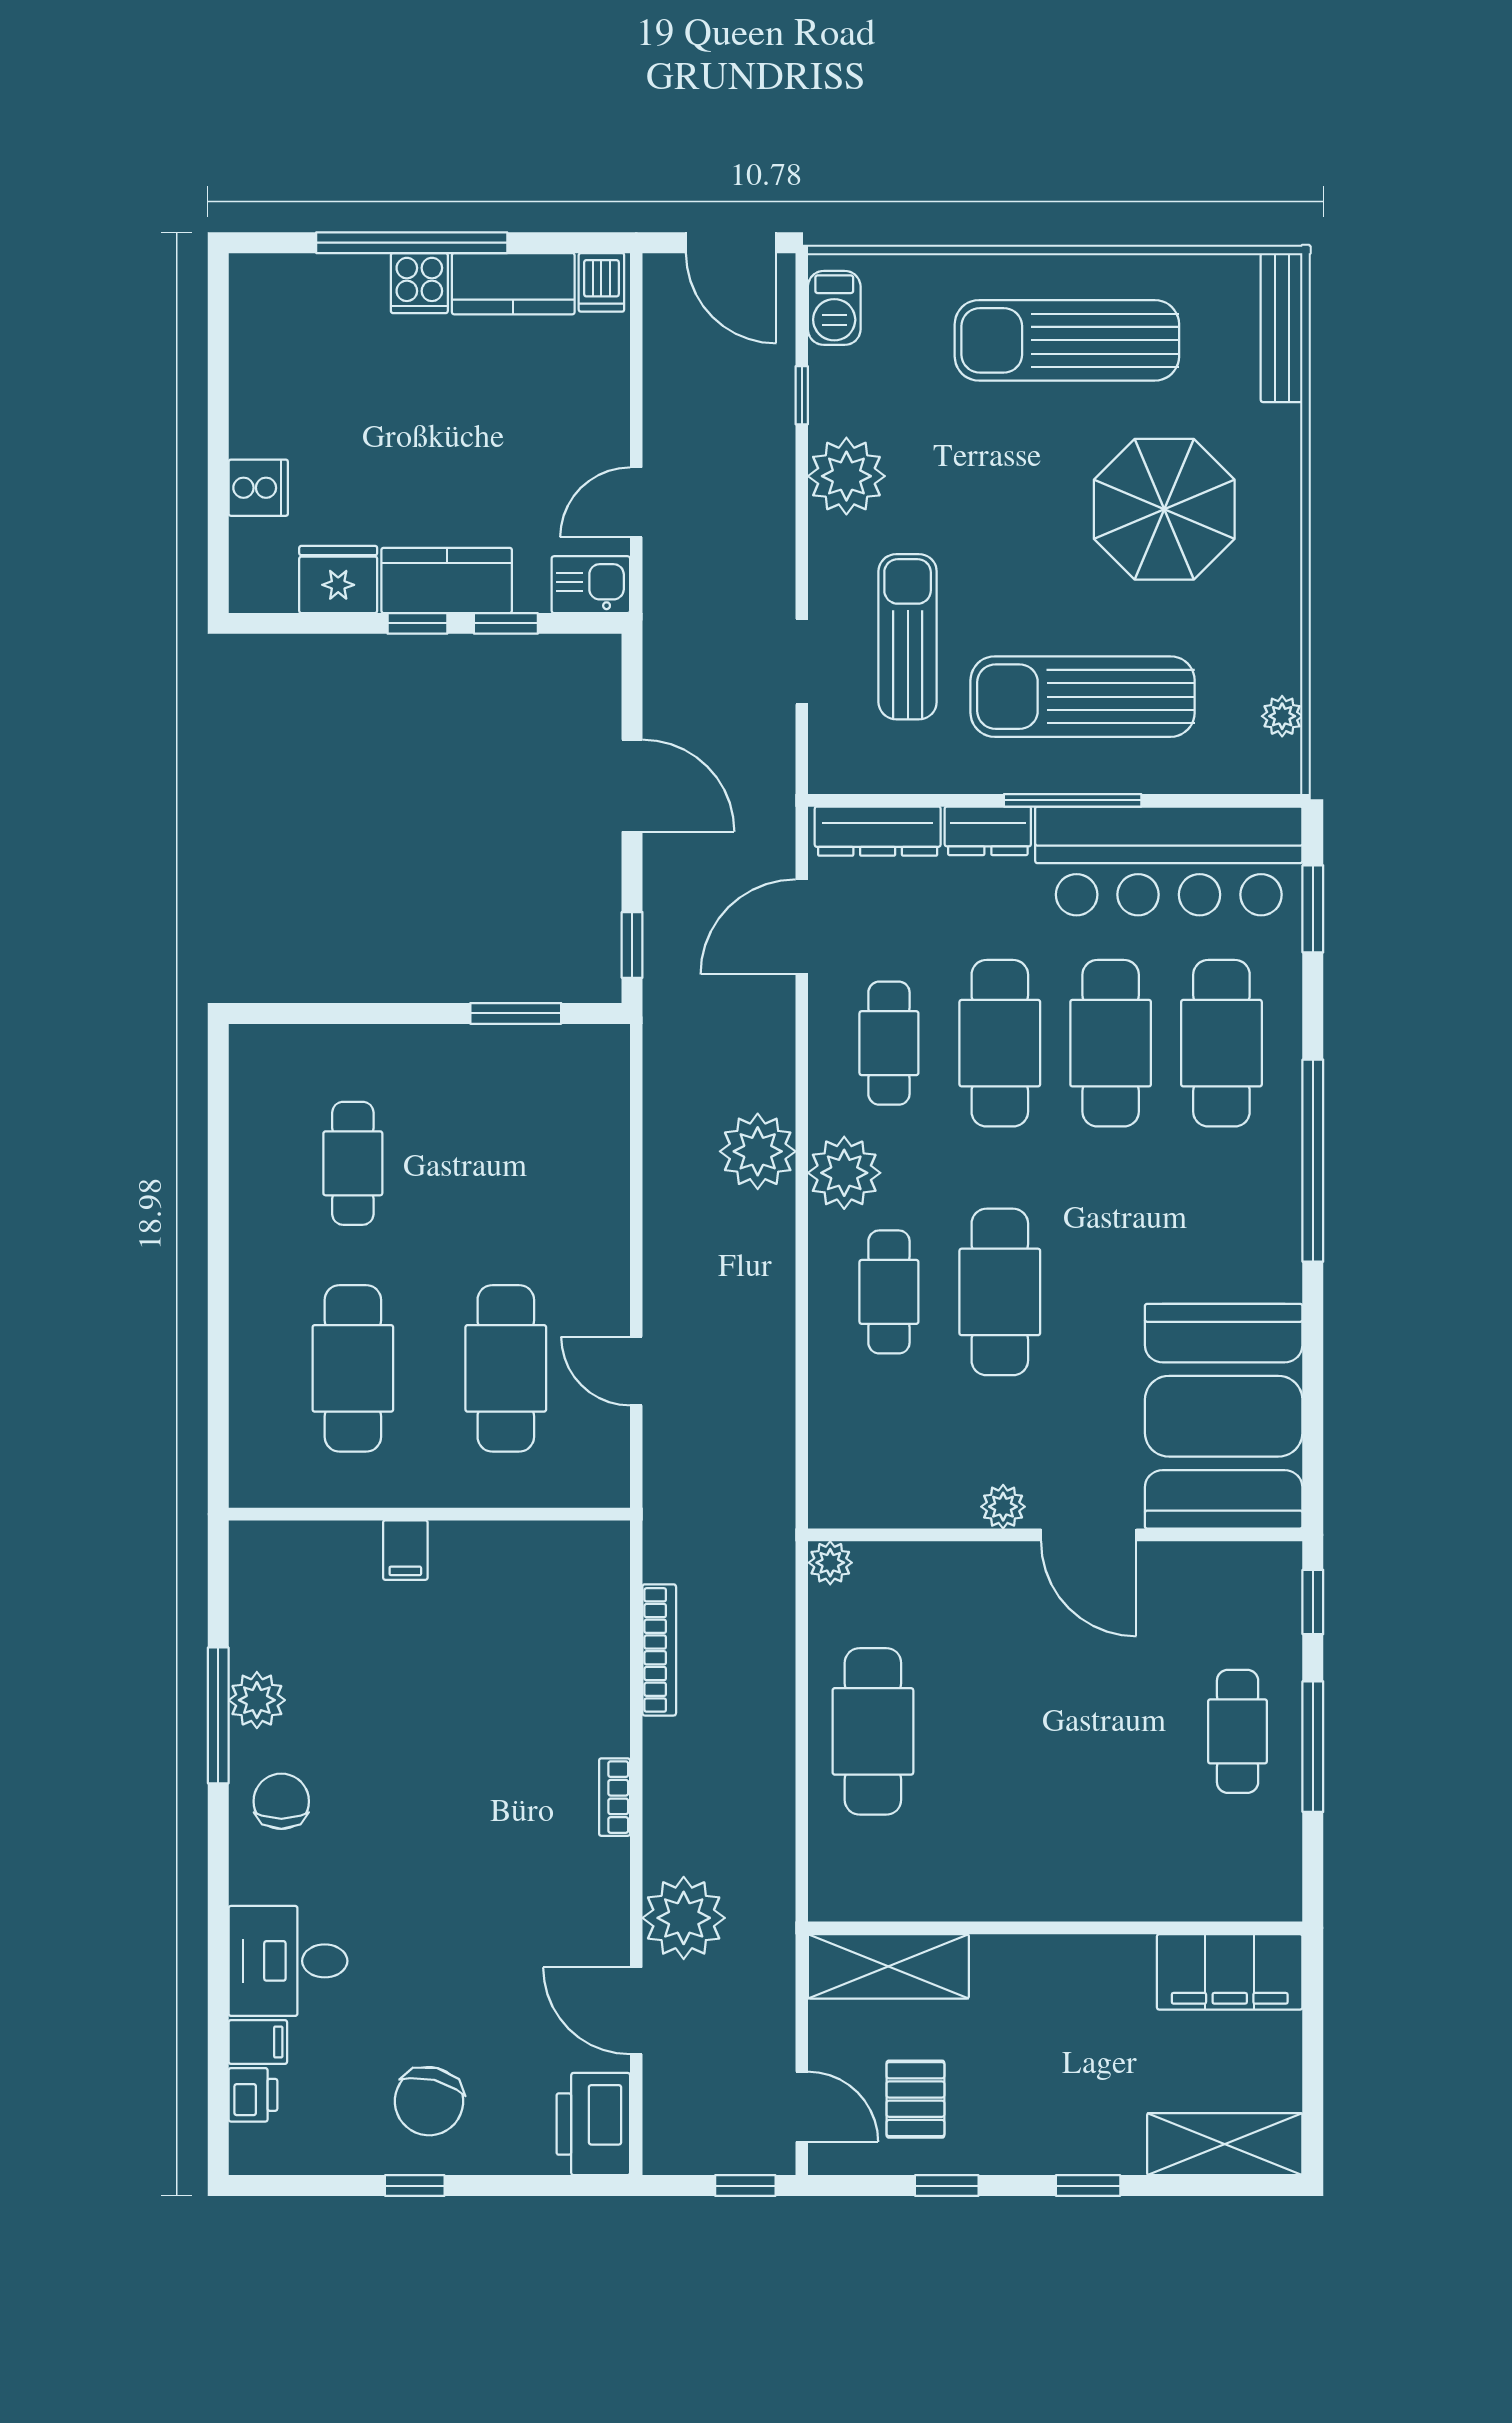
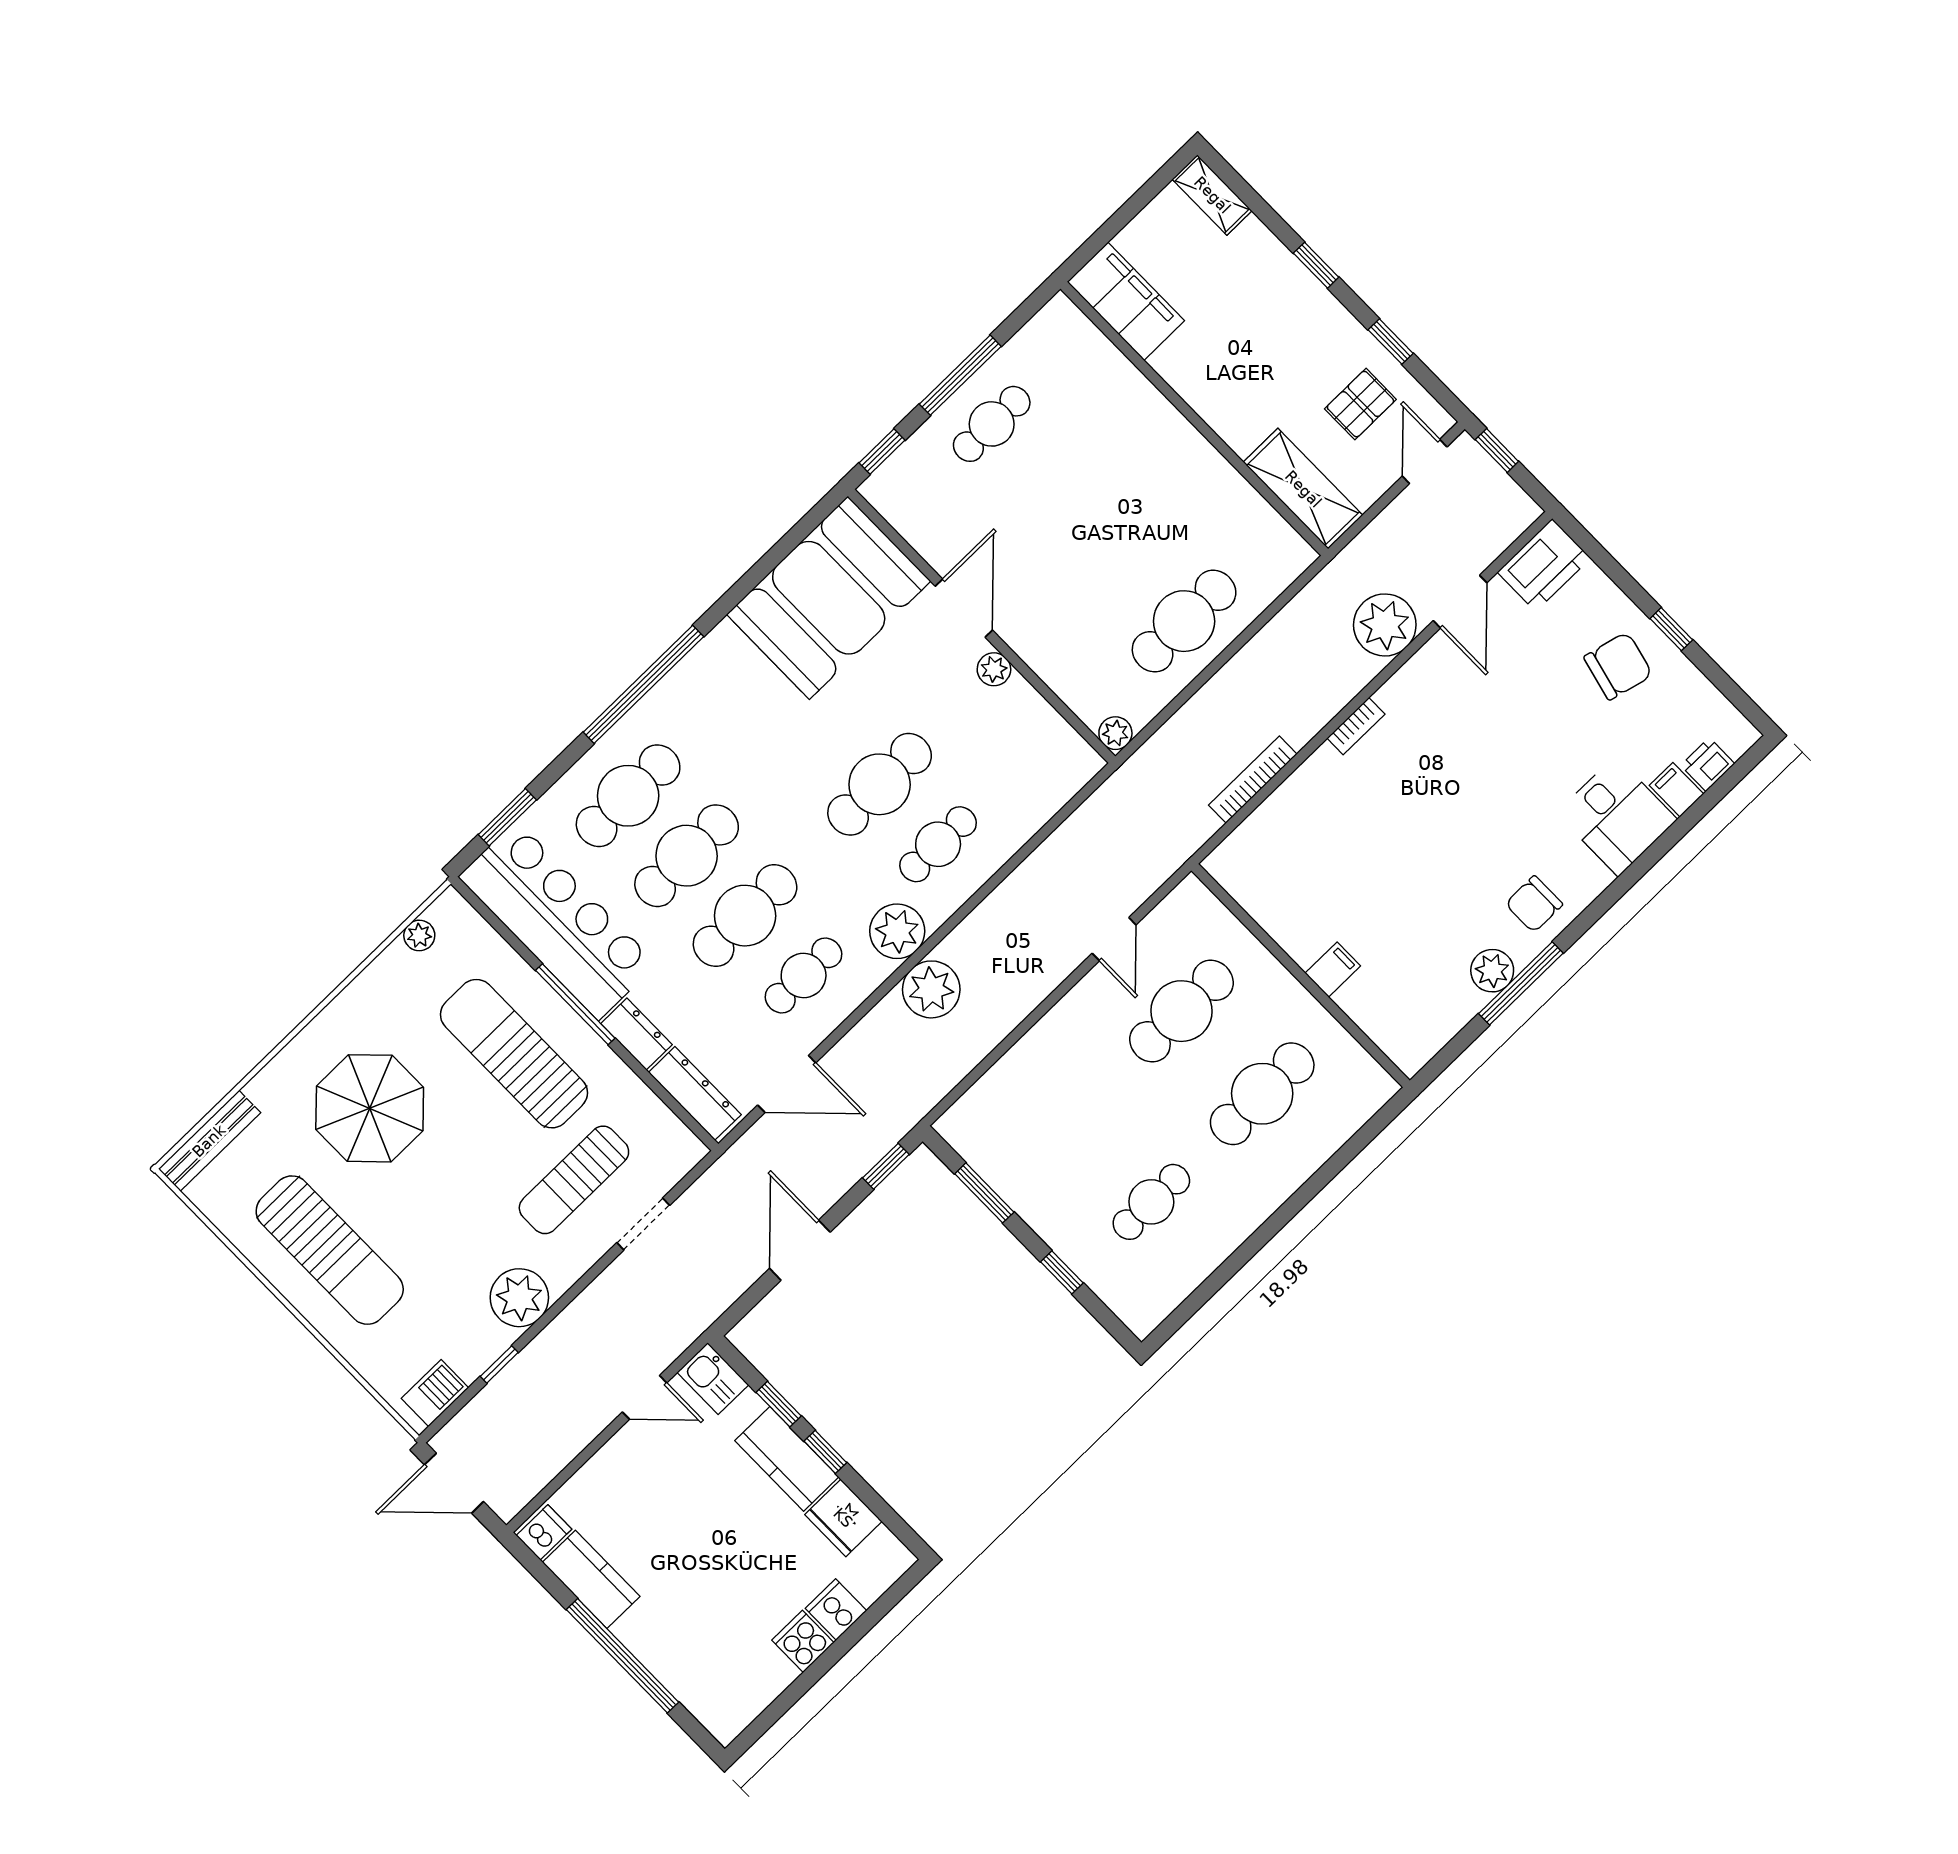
door: (731, 243) -> (454, 1483), swing flipped
cooker: (419, 283) -> (803, 1641), moved, turned -90
sun lounger: (1083, 697) -> (514, 1054), turned 180
window: (369, 1013) -> (1062, 1272), added
shelving: (1225, 2144) -> (1212, 195), width x0.67, depth x0.75

